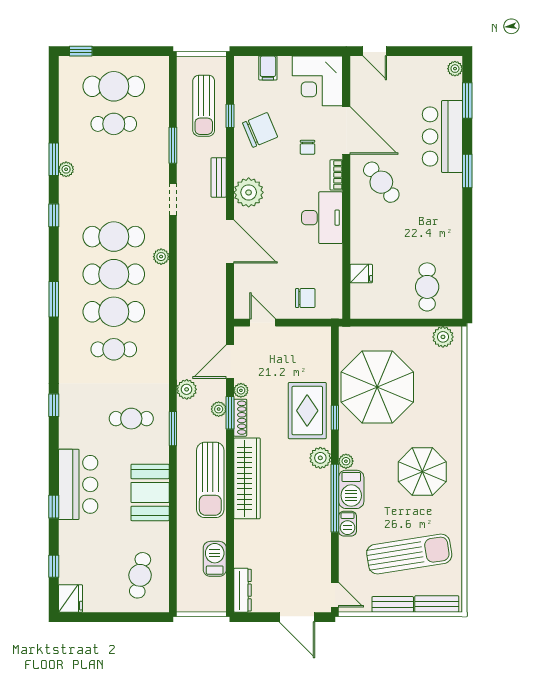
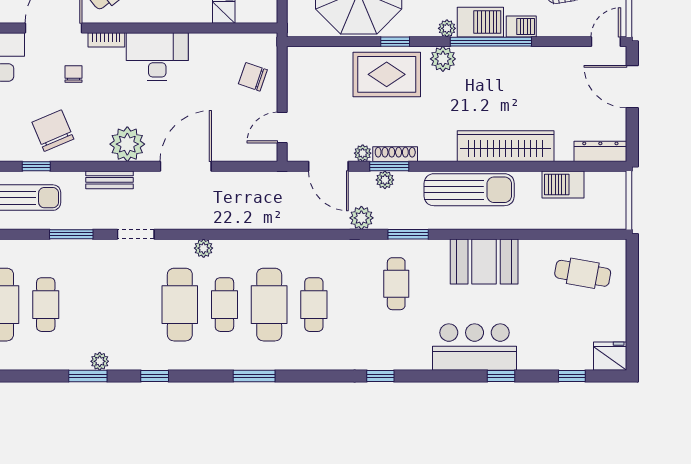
chair: (308, 147) -> (74, 74), turned -90
cafe table: (114, 274) -> (224, 305), width x0.73, depth x0.74
chair: (305, 298) -> (253, 77), turned -71
wardrobe: (247, 478) -> (506, 146), moved
door: (297, 617) -> (632, 87), swing flipped

